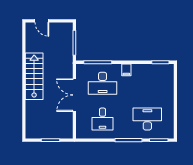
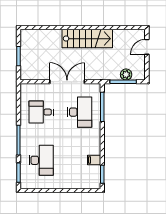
plant: (68, 40) -> (126, 75), added
filing cabinet: (126, 70) -> (94, 160), moved
desk: (103, 83) -> (80, 112), turned 180

